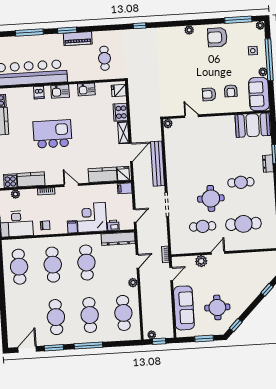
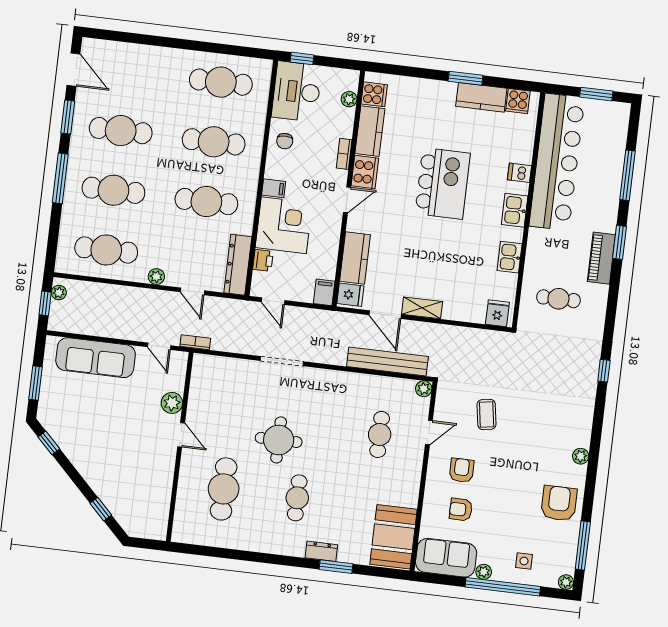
coffee table: (176, 86) -> (487, 414), added
cooker: (120, 112) -> (365, 172), moved, turned 90
bench: (158, 164) -> (387, 362), moved
cafe table: (203, 226) -> (380, 434), moved
round table: (217, 307) -> (86, 416), removed

